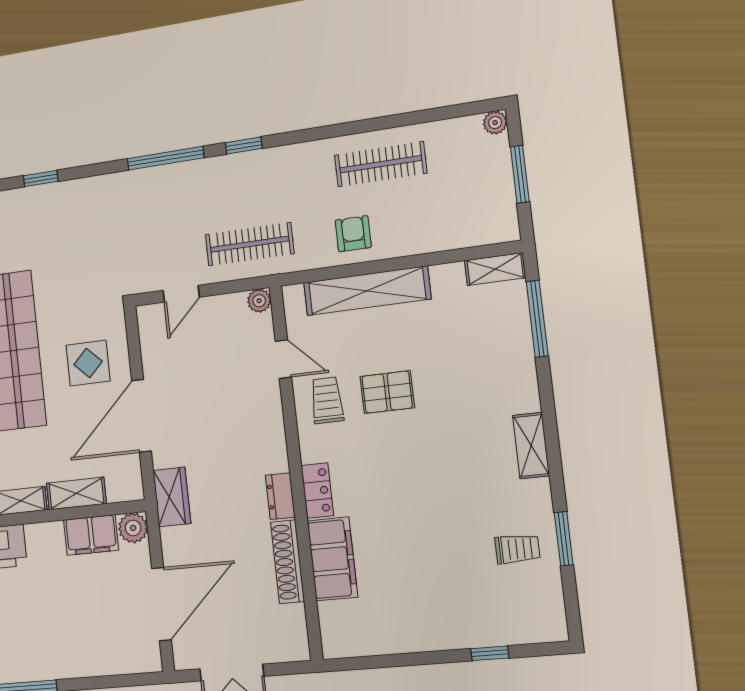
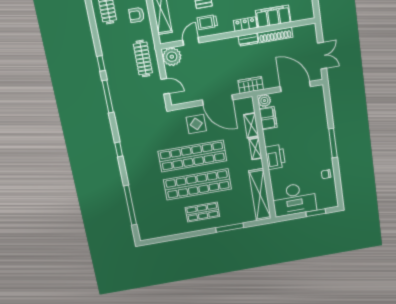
plant: (259, 301) -> (172, 57), width x1.87, depth x1.87

